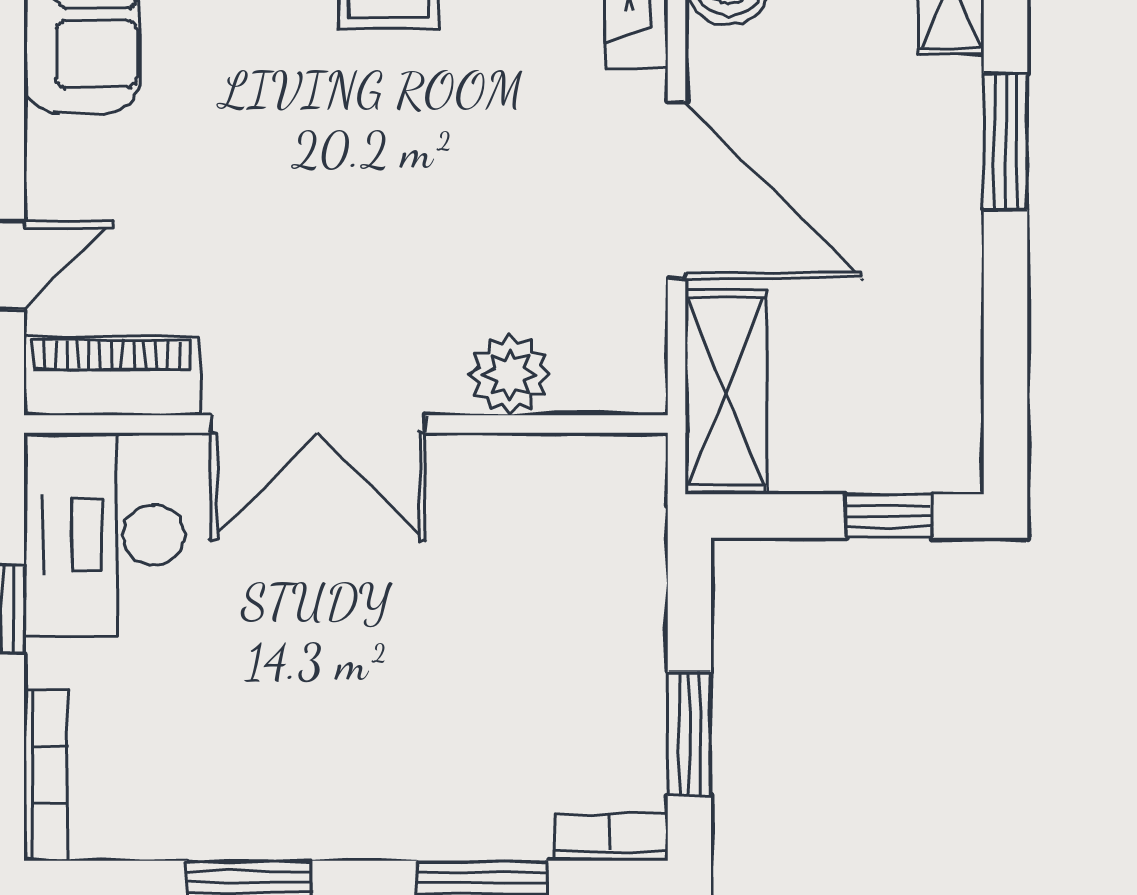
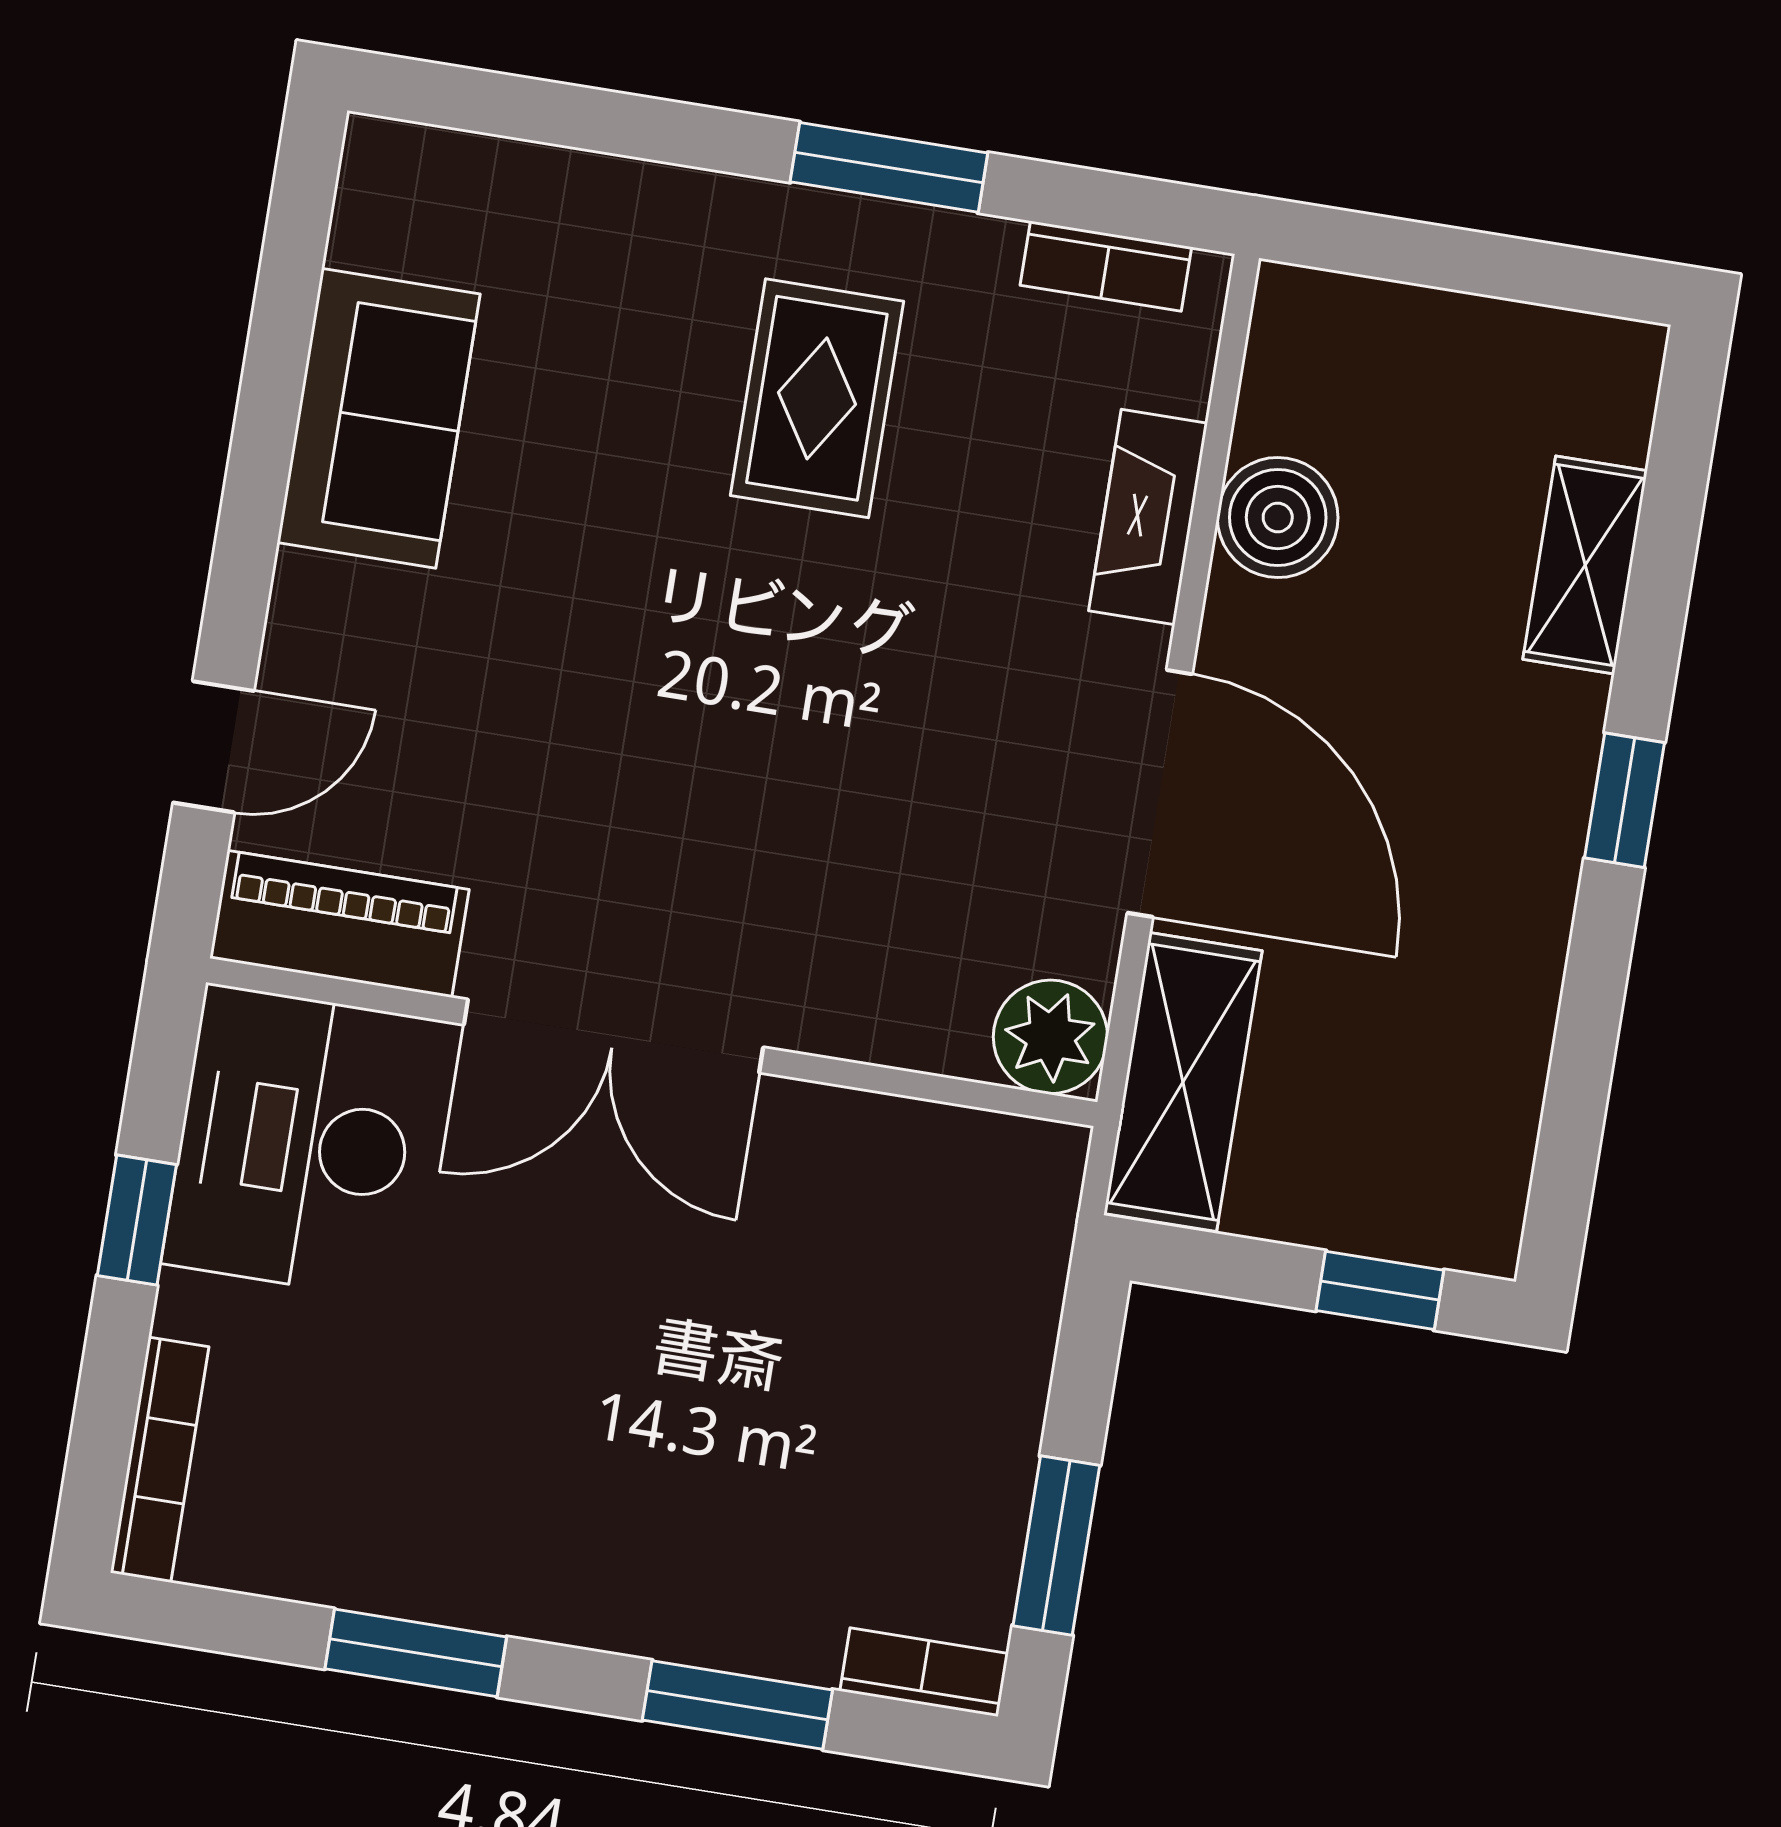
window: (1006, 142) -> (1624, 800), width x0.67
plant: (510, 375) -> (1050, 1037), moved

